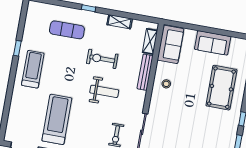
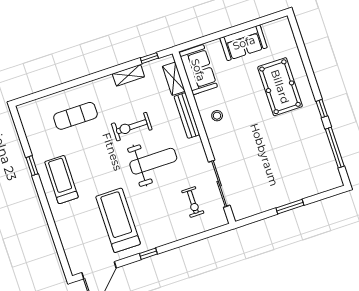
window: (89, 8) -> (149, 58), moved
weight bench: (104, 91) -> (153, 161), width x1.36, depth x1.33

